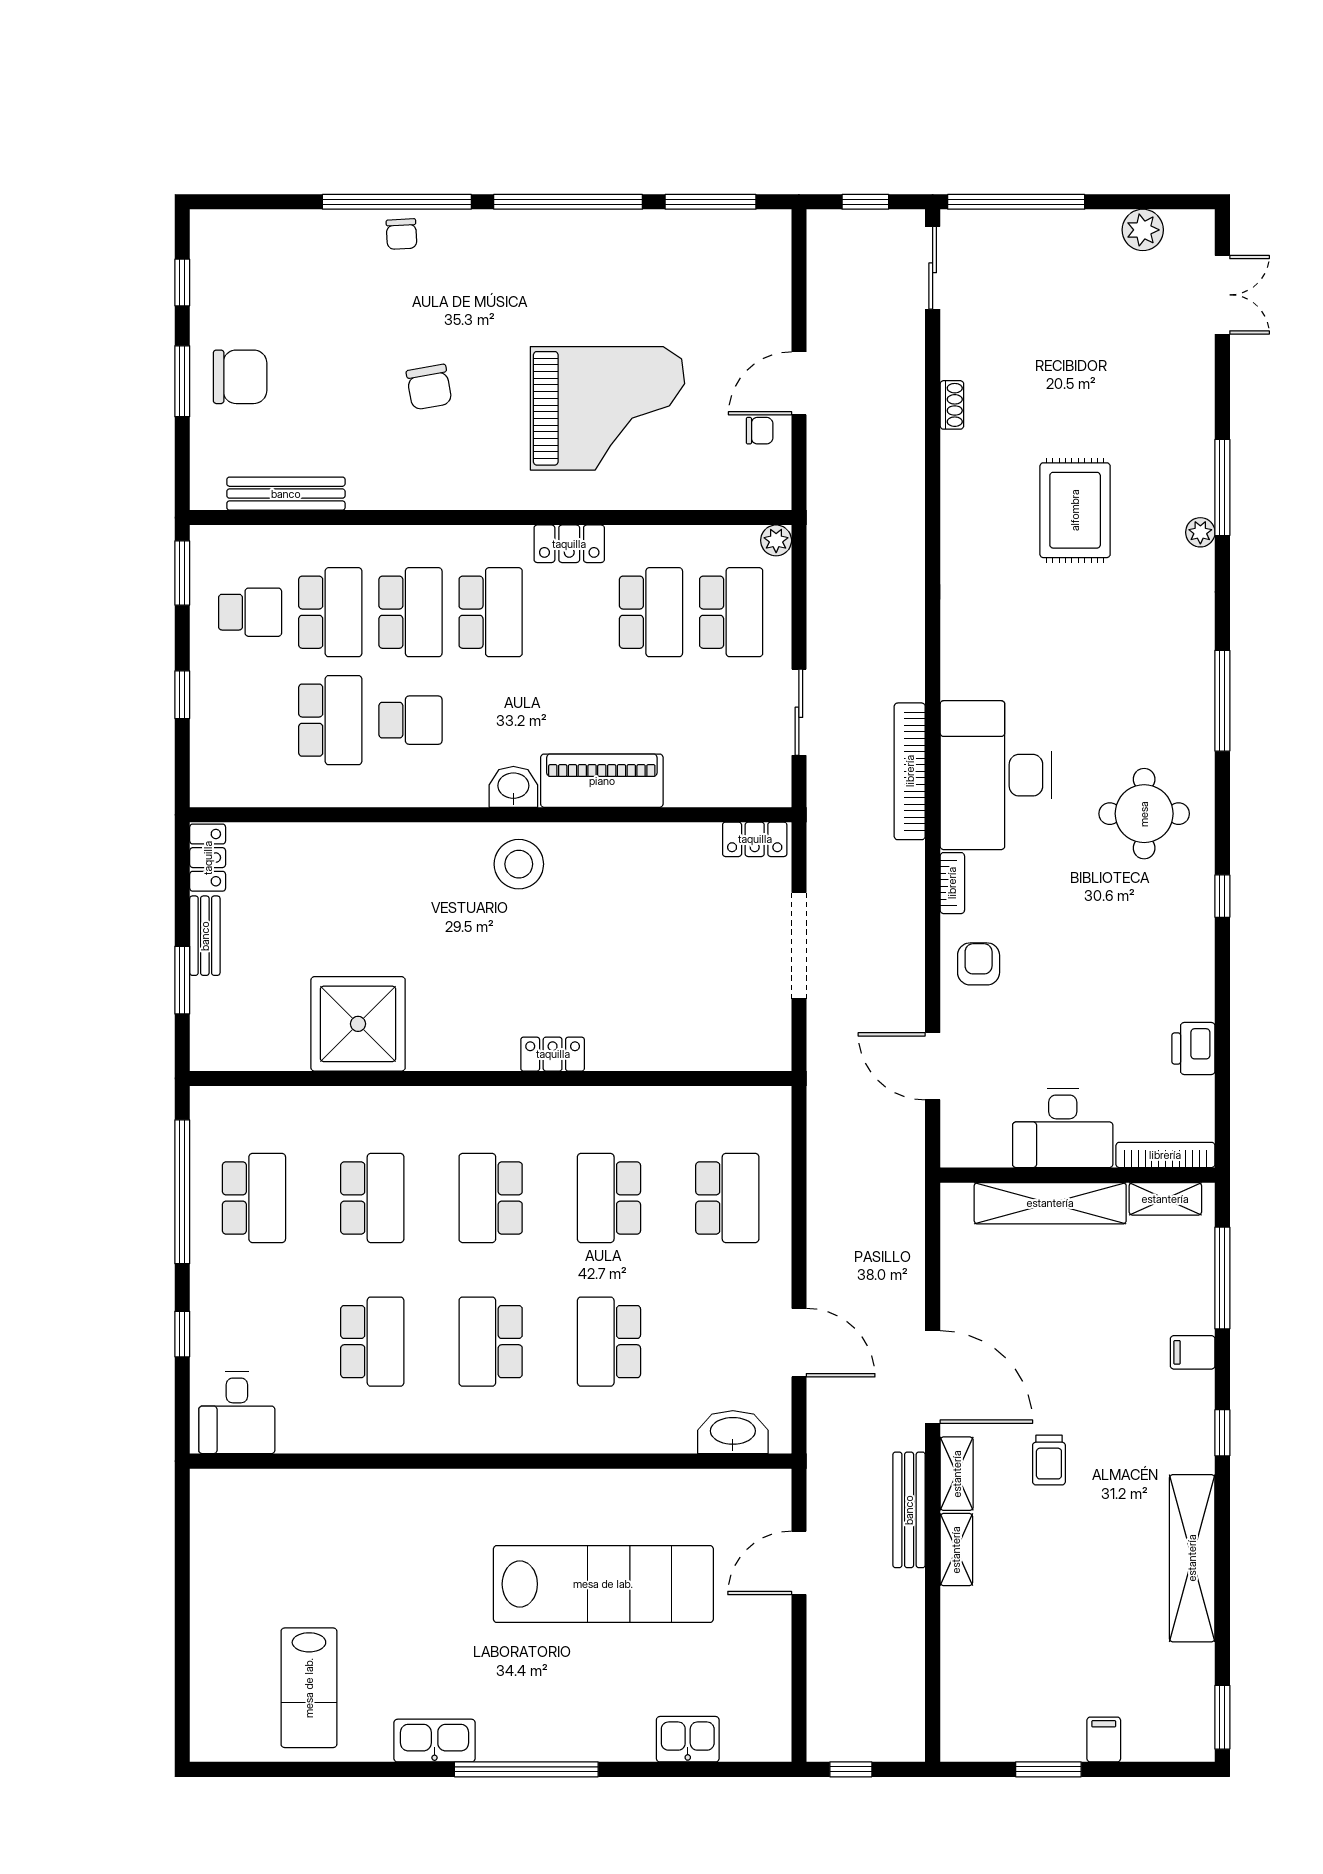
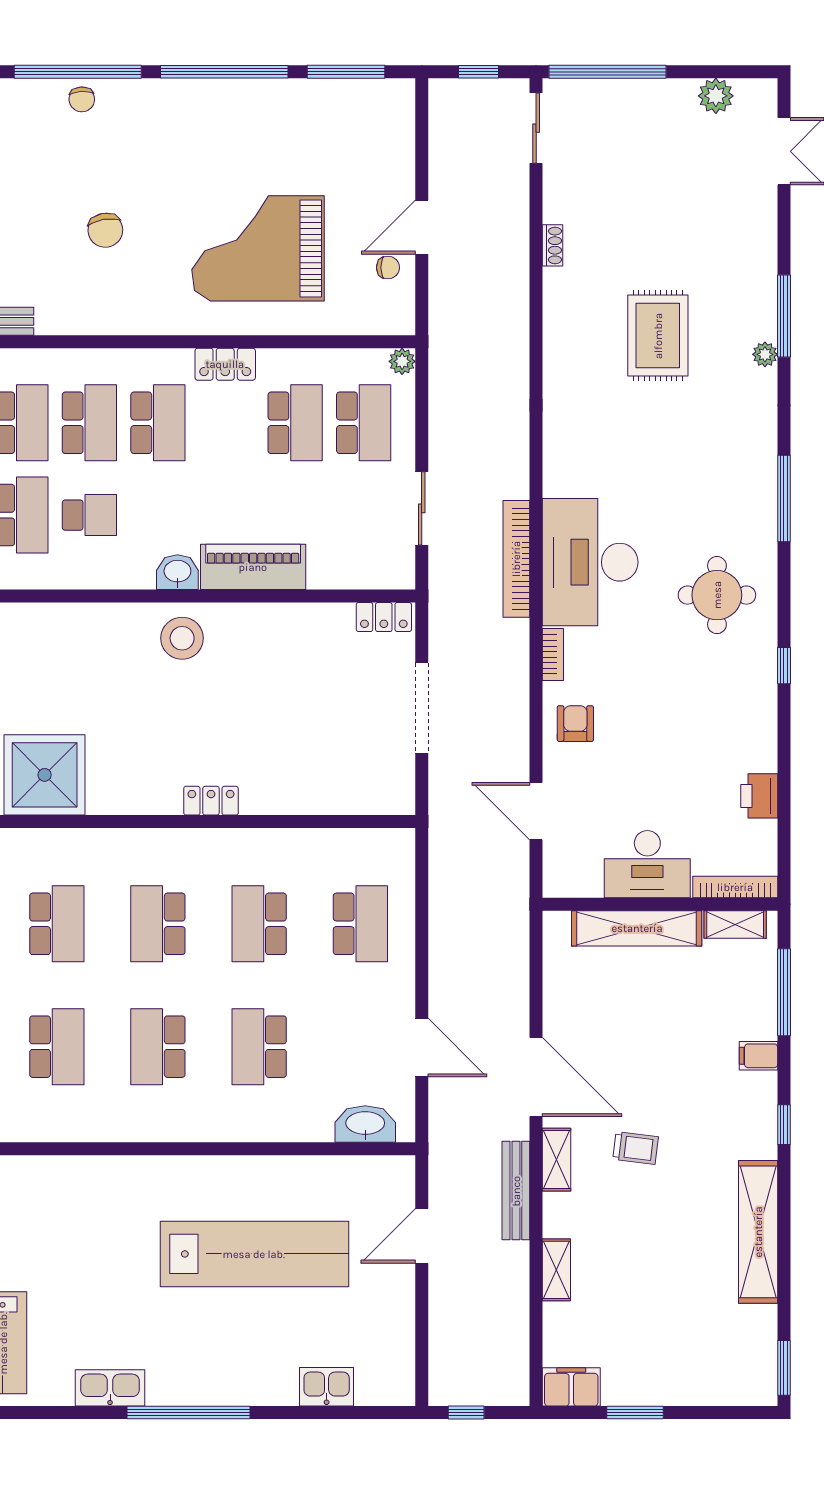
grand piano: (608, 408) -> (258, 248), turned 180
trolley: (1049, 1460) -> (636, 1148), turned -83
shelving: (956, 1550) -> (556, 1270), moved
filing cabinet: (1104, 1740) -> (571, 1387), moved, width x2.00

